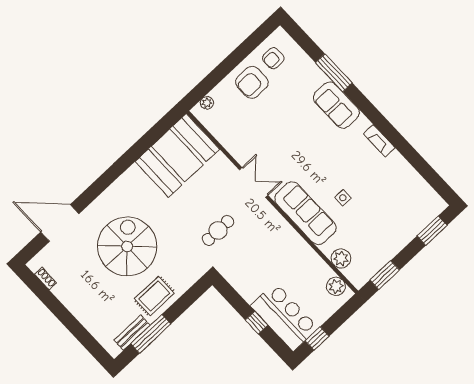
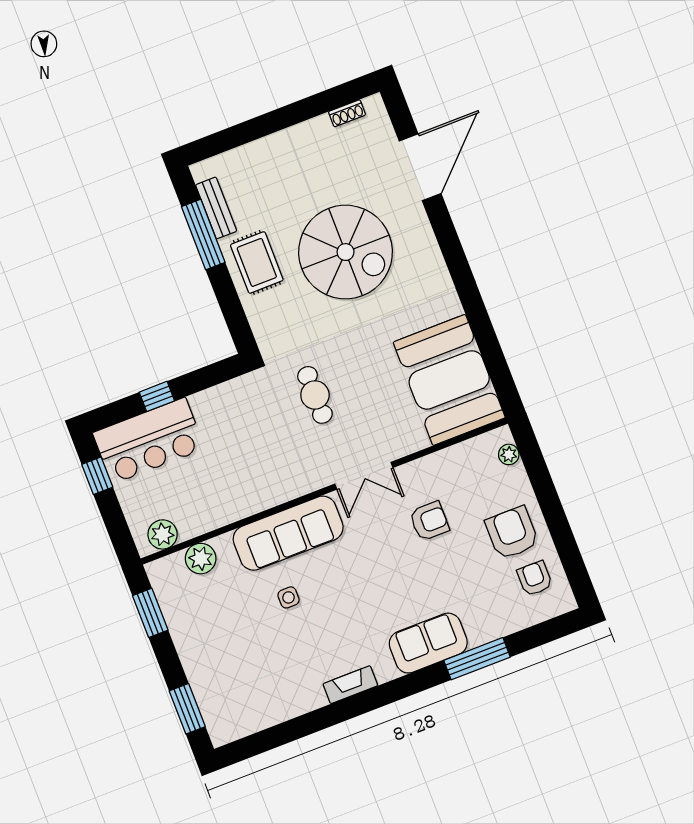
armchair: (265, 133) -> (429, 521), added

